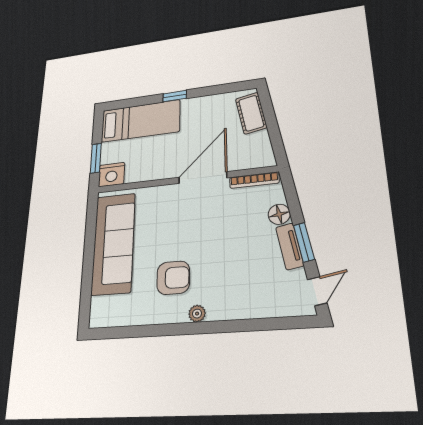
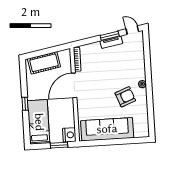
cot: (251, 113) -> (44, 63), width x1.37, depth x1.34
door: (203, 178) -> (74, 85), hinge flipped
floor lamp: (279, 214) -> (95, 47), removed
armchair: (173, 278) -> (125, 97), turned 69

